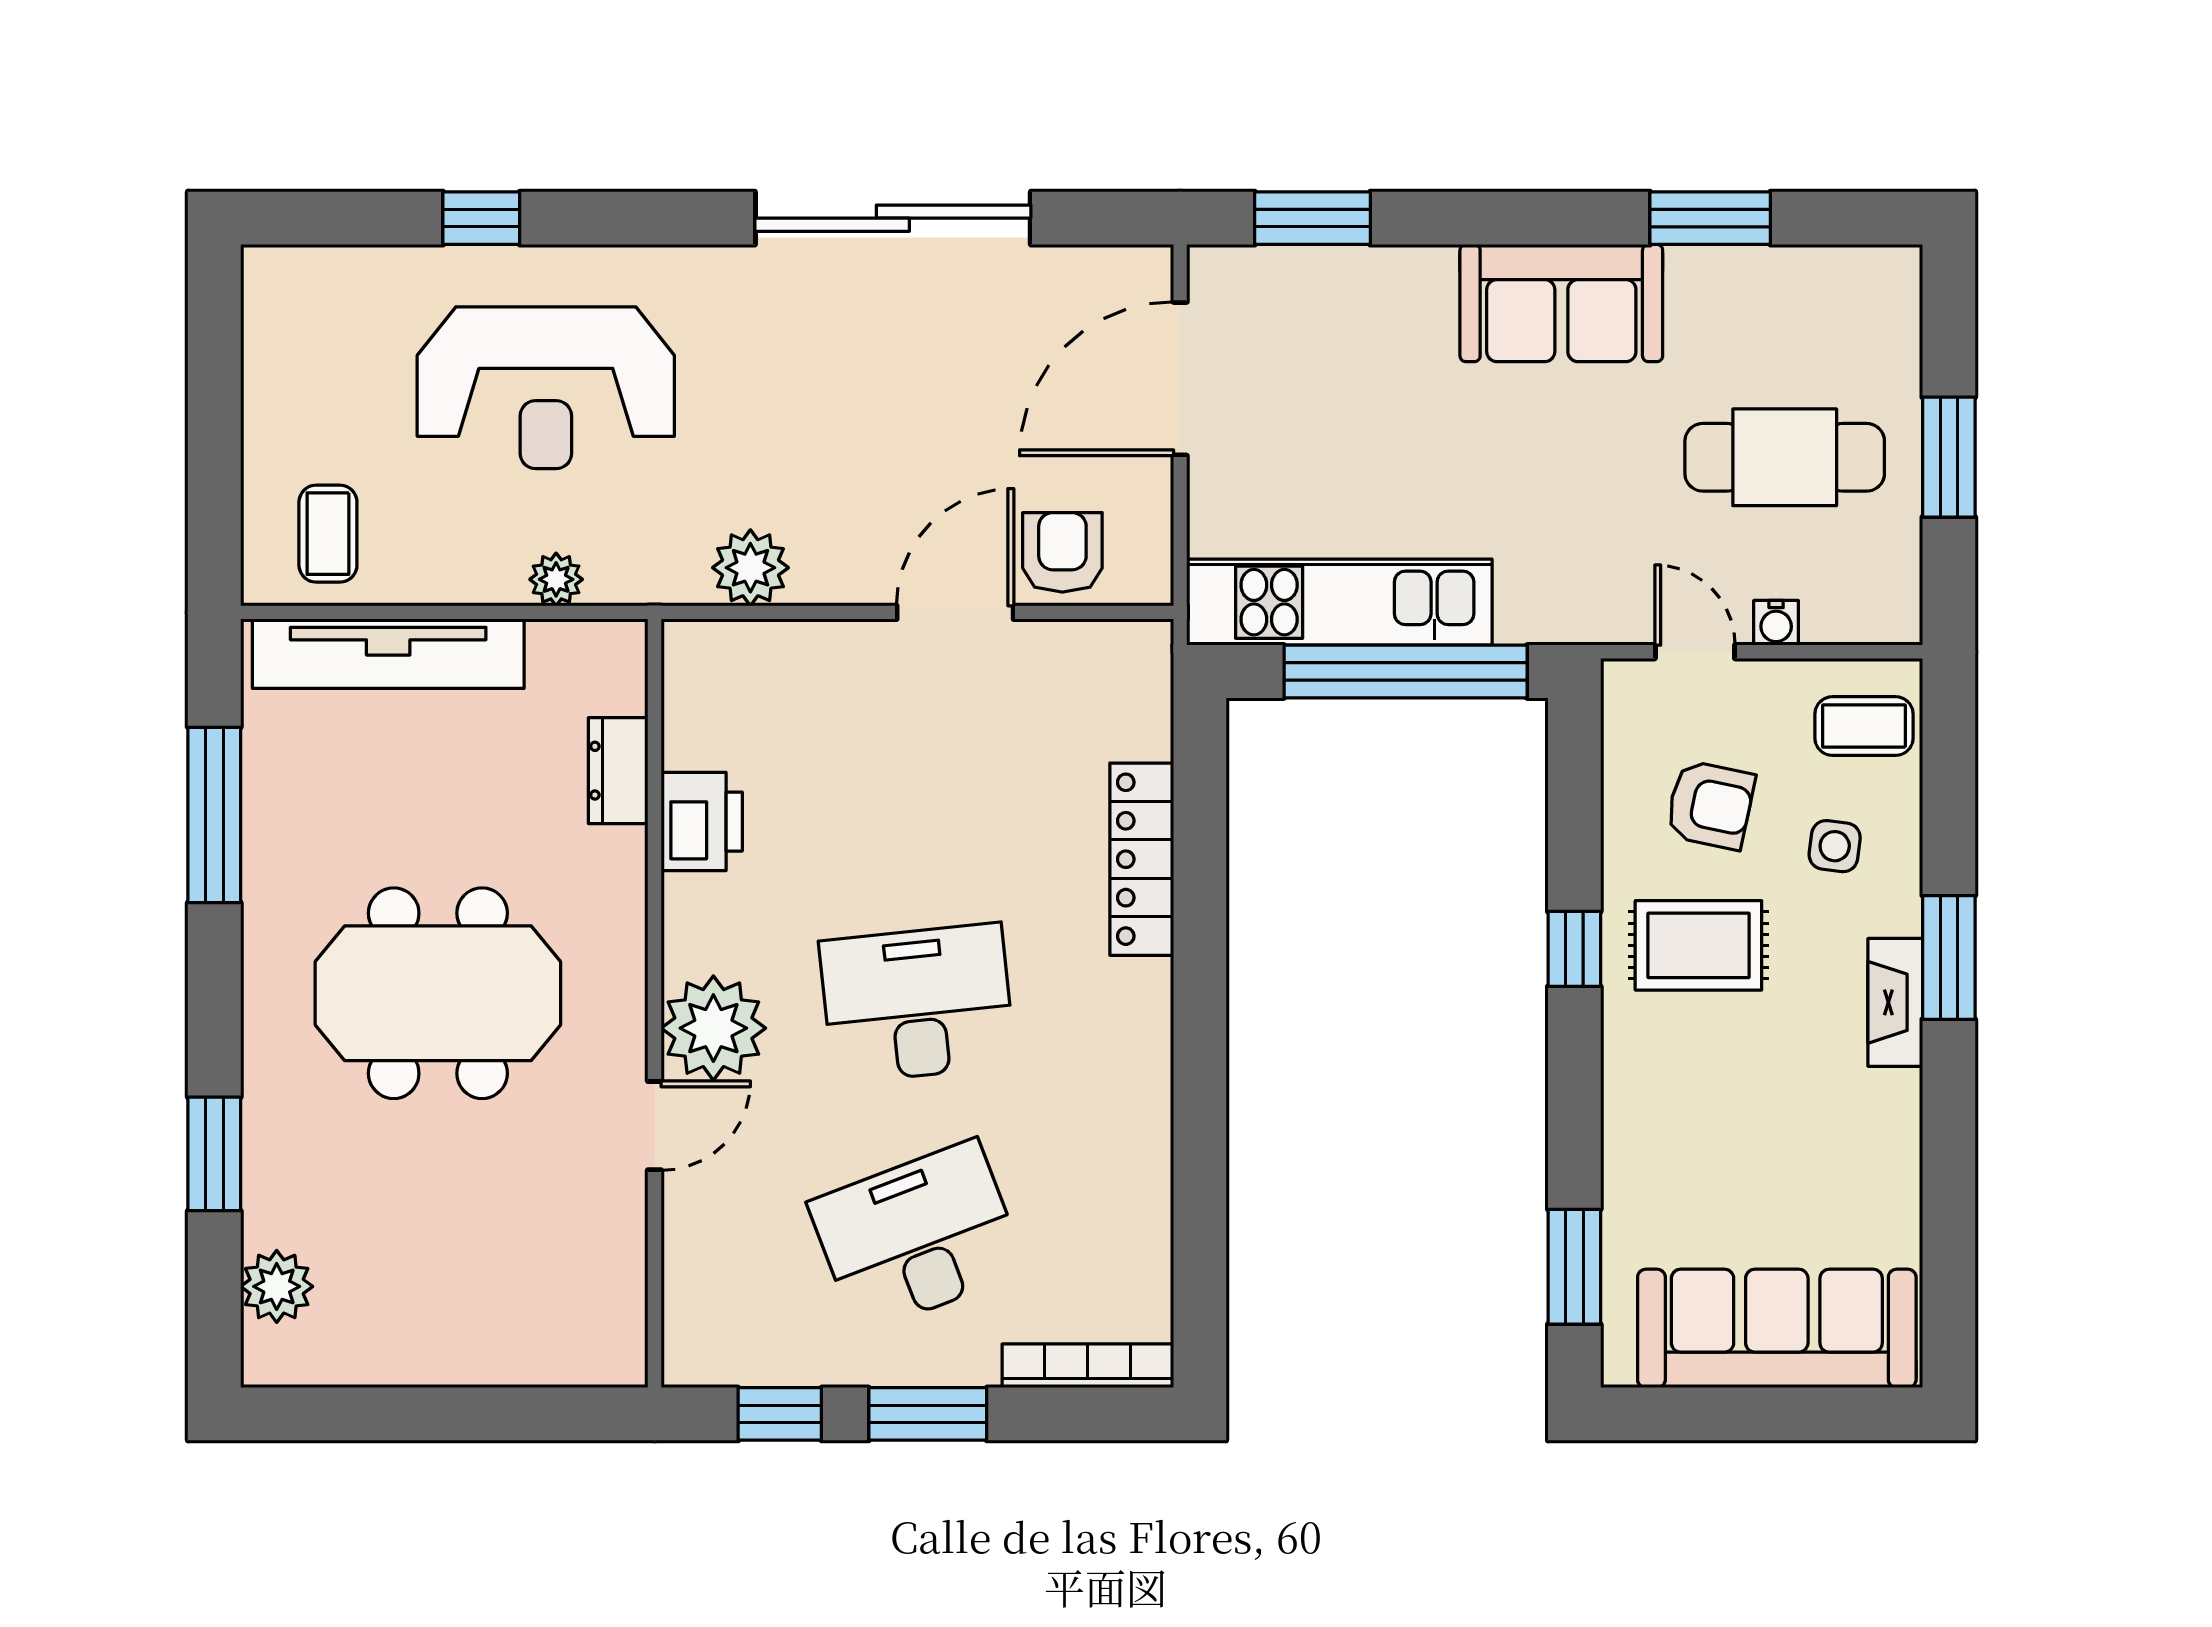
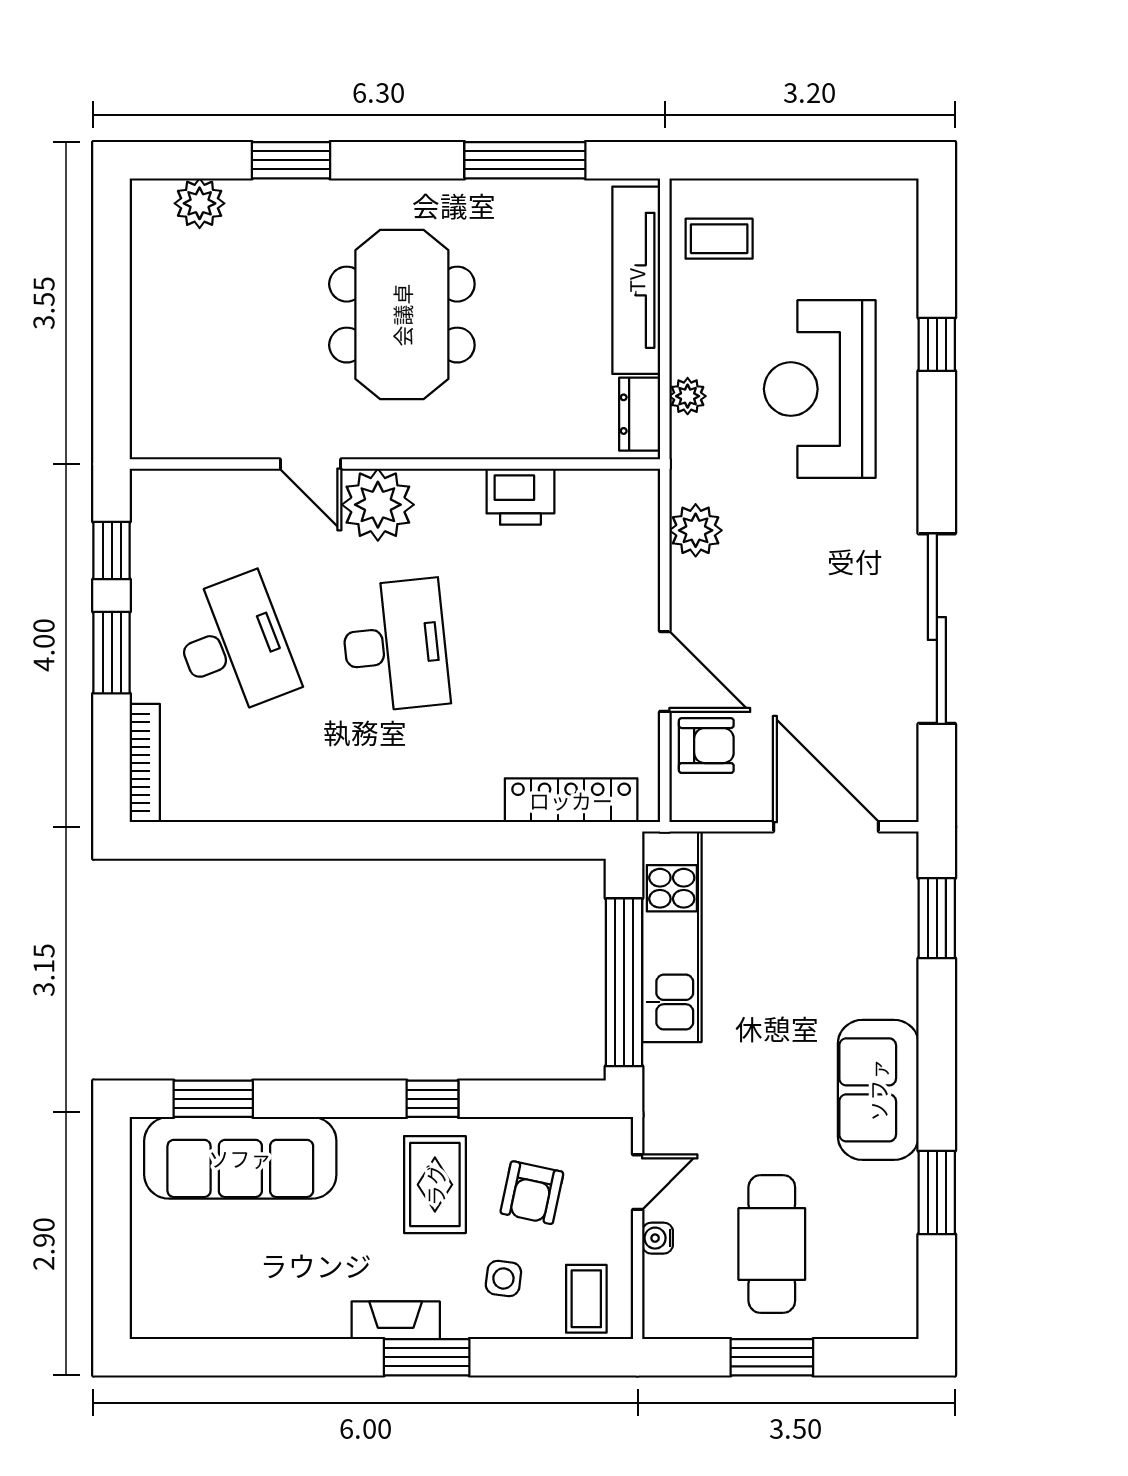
dresser: (618, 771) -> (640, 414), moved, turned -90
locker: (1142, 859) -> (571, 800), moved
sofa: (1777, 1328) -> (240, 1158), moved, turned 90

